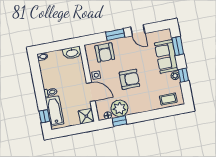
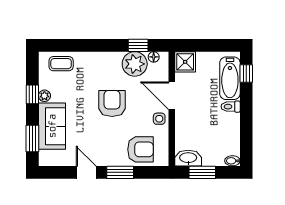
window: (61, 45) -> (202, 172), added
armchair: (105, 52) -> (140, 149), turned 90
armchair: (129, 79) -> (112, 103), turned 90

